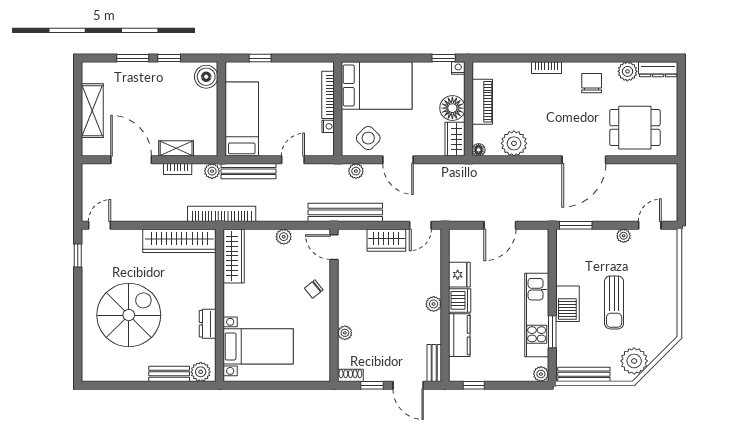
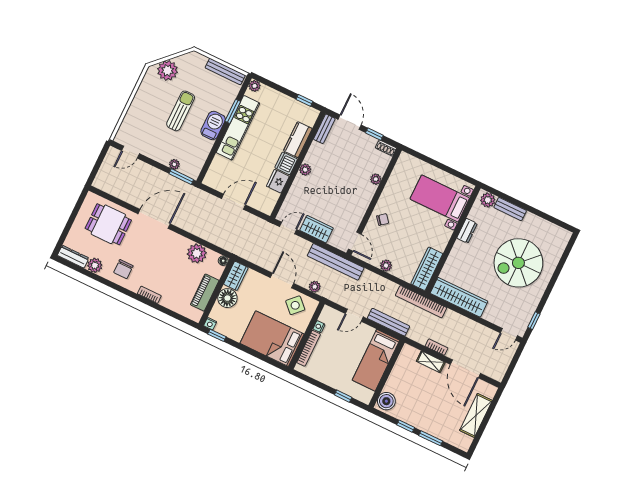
plant: (212, 171) -> (414, 334), removed
plant: (624, 236) -> (174, 164), moved
plant: (634, 361) -> (168, 71), moved

